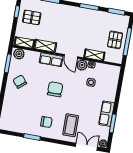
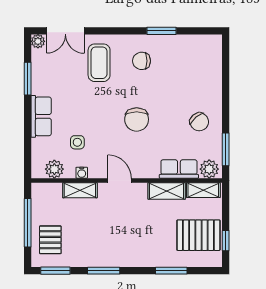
pallet: (32, 17) -> (198, 235), width x1.50, depth x1.42
pallet: (115, 40) -> (50, 240), moved
row of seats: (51, 60) -> (179, 169), moved
plant: (82, 65) -> (54, 169), moved
row of seats: (107, 114) -> (41, 116), moved

